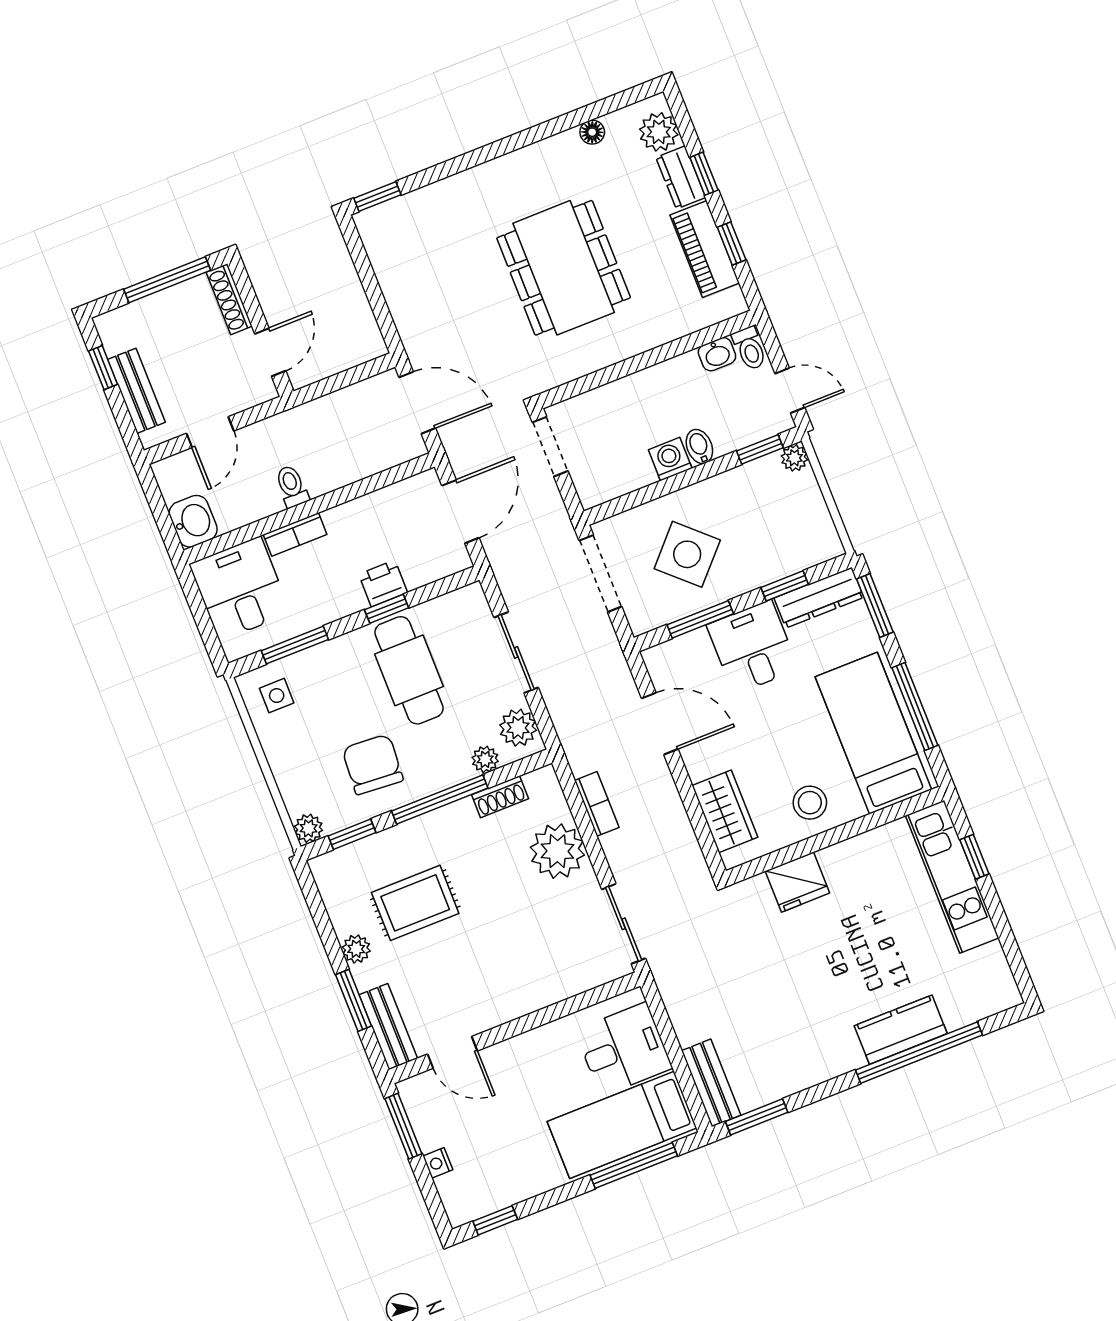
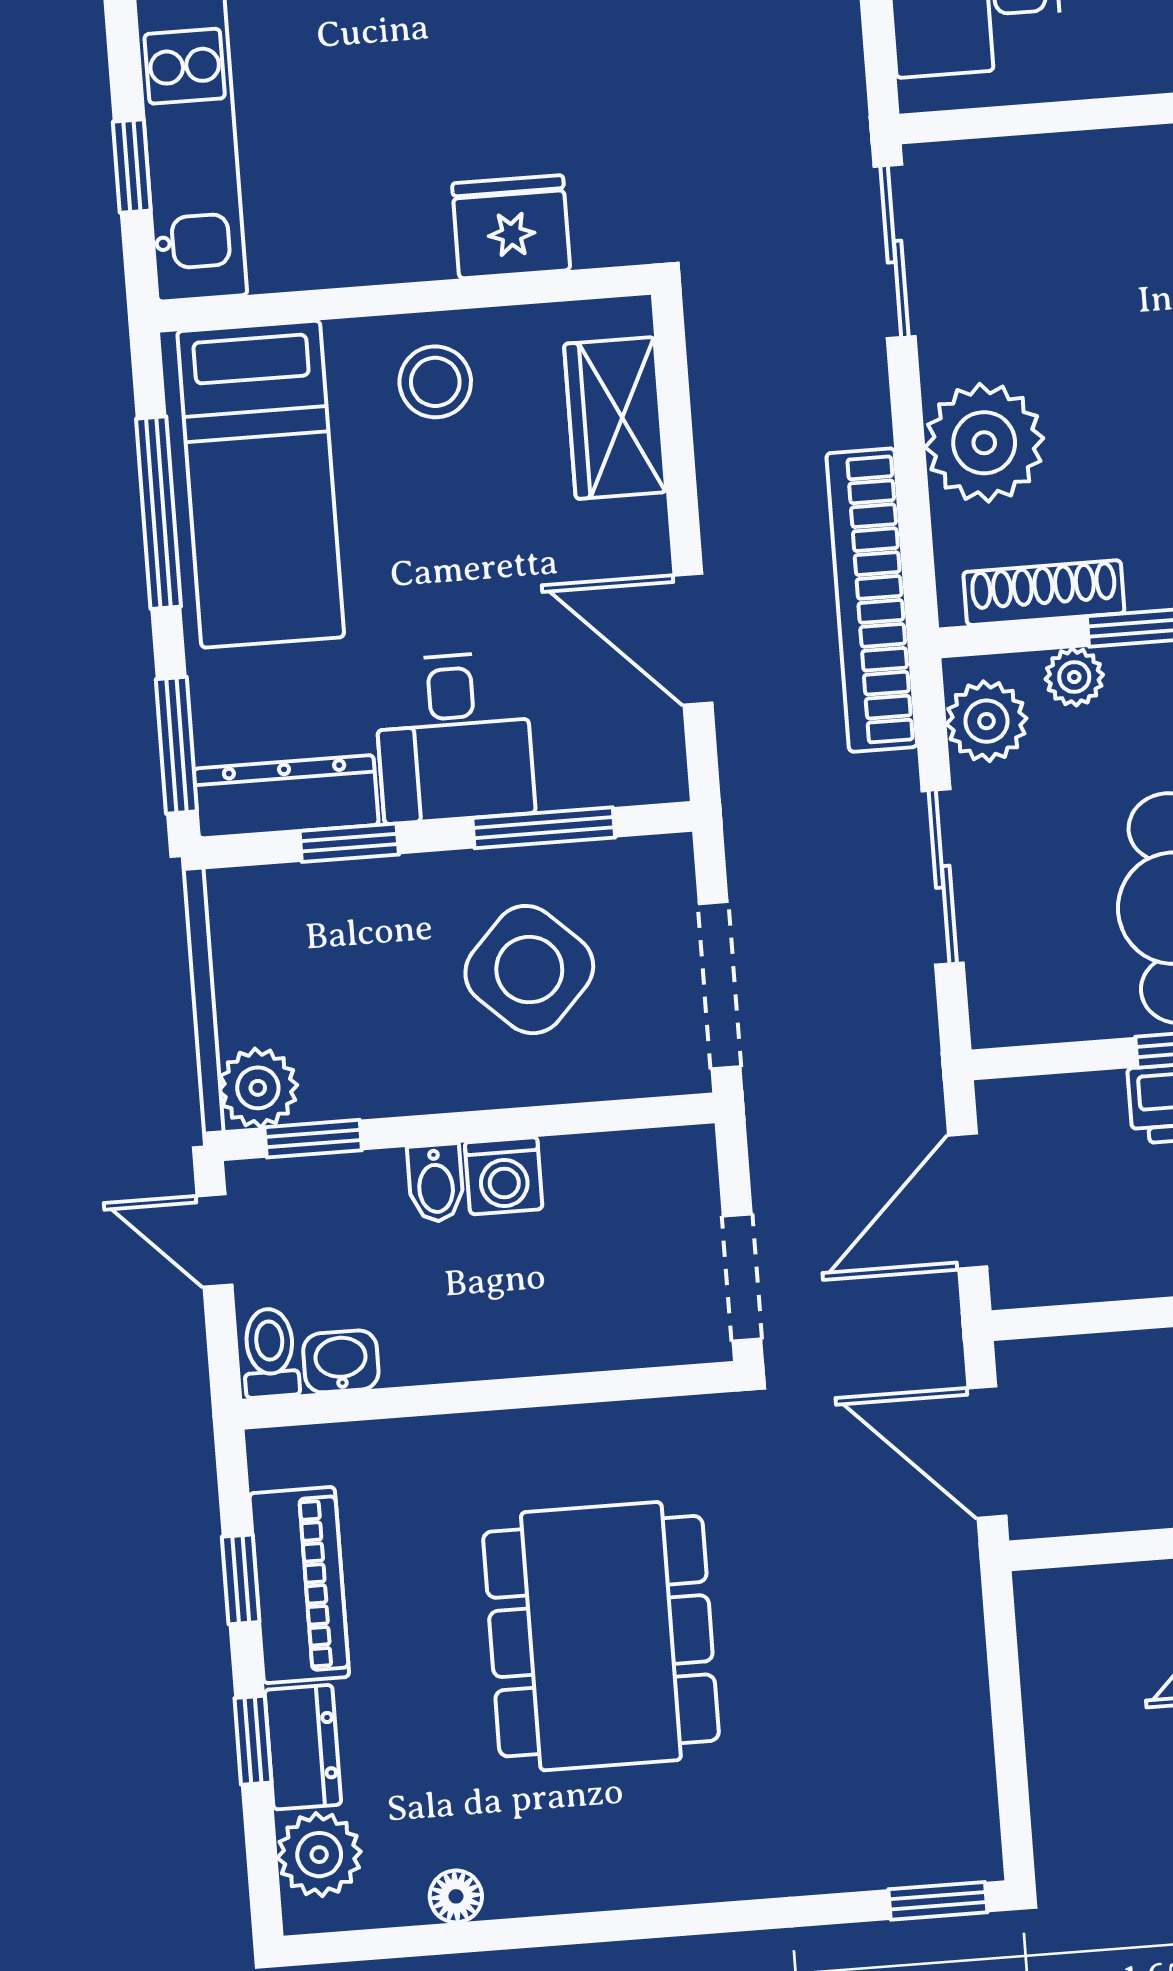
plant: (794, 458) -> (258, 1088), width x1.38, depth x1.38
shoe rack: (500, 797) -> (1044, 593), width x1.43
bookcase: (597, 804) -> (872, 600), width x2.31, depth x1.31

